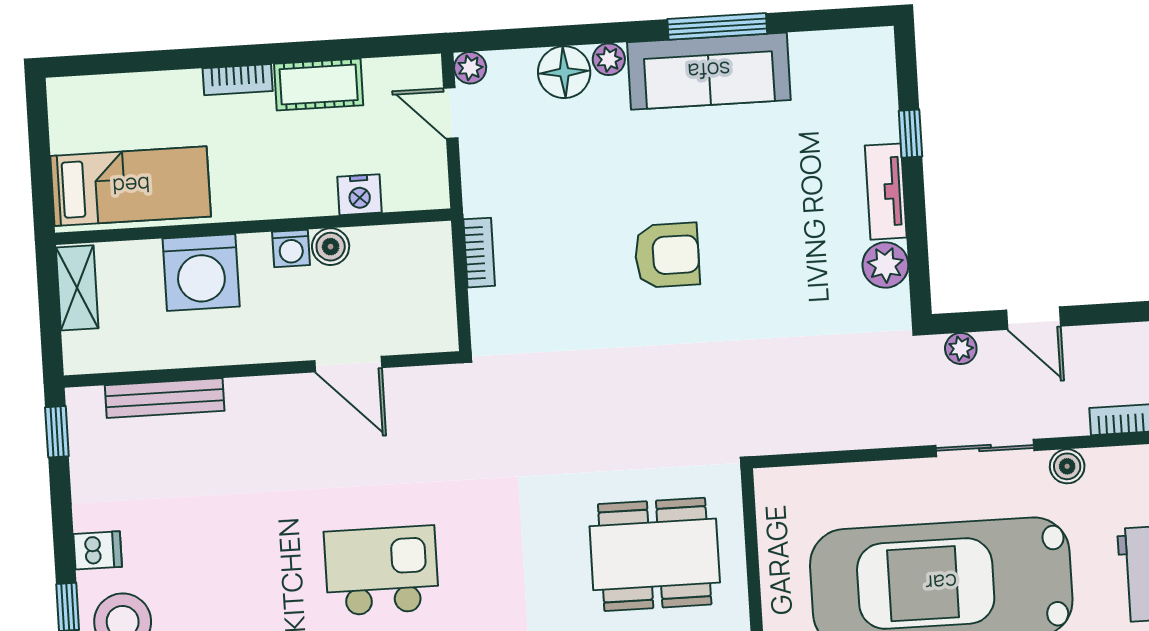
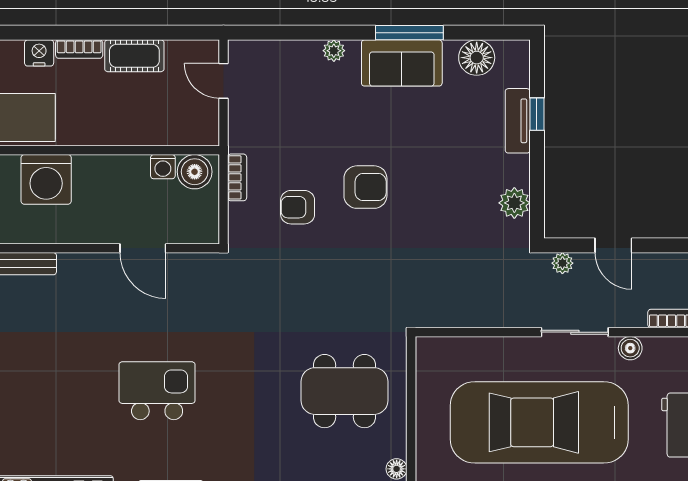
plant: (470, 68) -> (239, 51), removed
sofa: (709, 71) -> (402, 63), width x0.73
floor lamp: (564, 72) -> (477, 58), moved
tv unit: (886, 192) -> (518, 121), moved
nightstand: (360, 195) -> (39, 53), moved, turned 180
boiler: (331, 247) -> (195, 172), moved, width x1.36, depth x1.36
washing machine: (291, 248) -> (163, 167), moved
armchair: (570, 291) -> (298, 207), added

